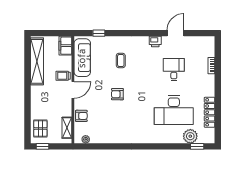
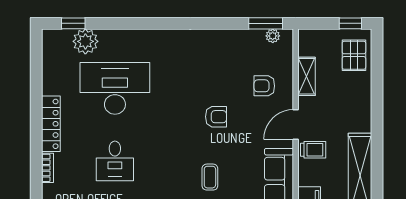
locker: (210, 112) -> (51, 124), moved
armchair: (81, 116) -> (264, 86), moved
shelving: (67, 128) -> (306, 76), moved
window: (90, 146) -> (266, 23), added

